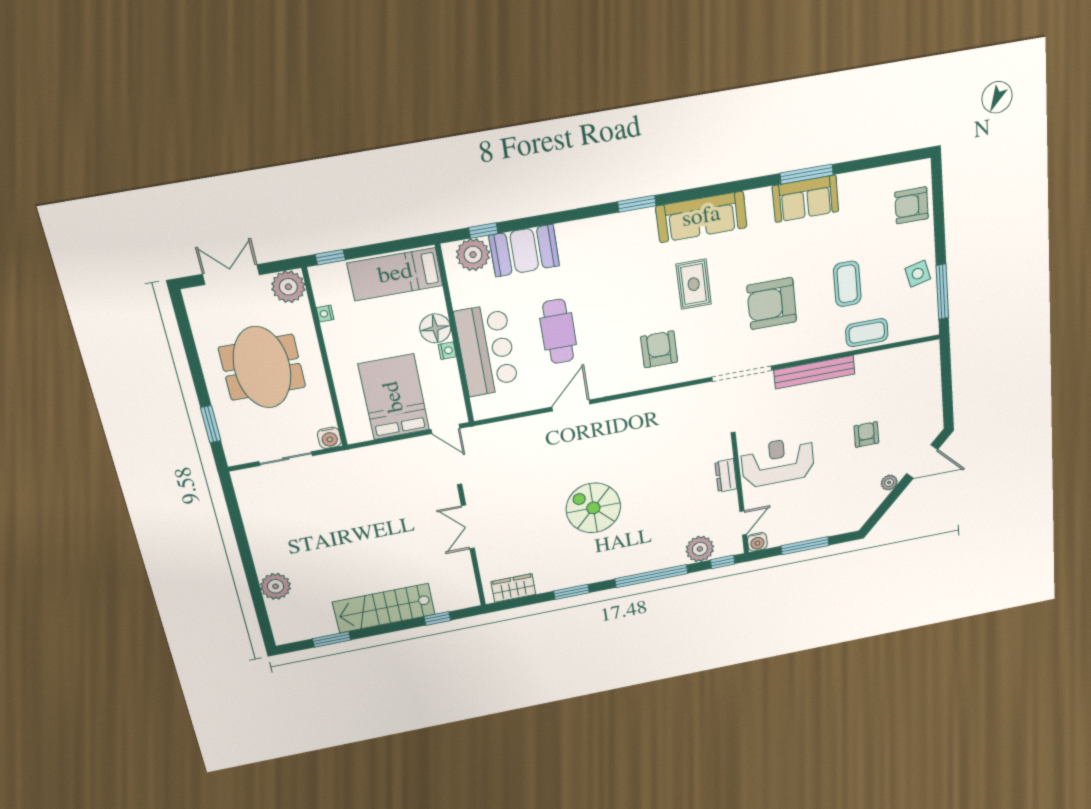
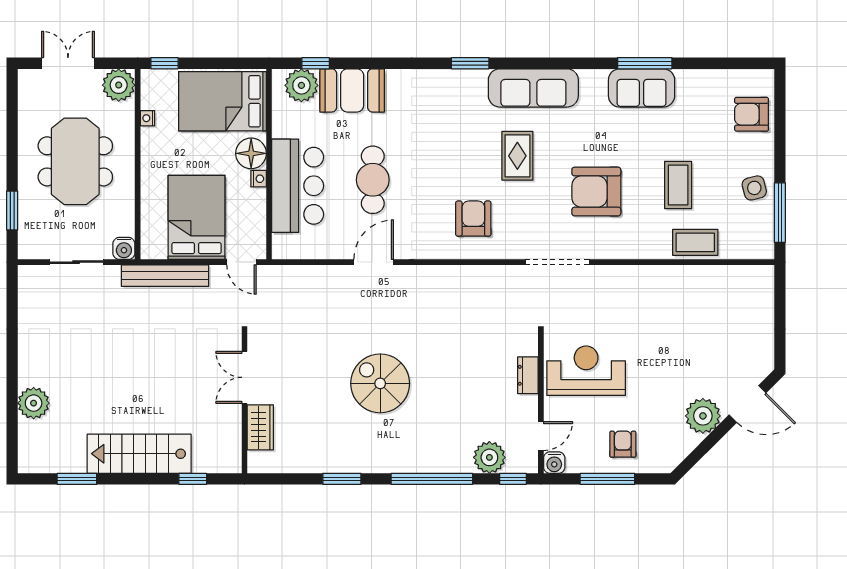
bed: (395, 274) -> (222, 101), width x1.50
bench: (814, 372) -> (165, 276), moved
armchair: (866, 434) -> (623, 444), moved
plant: (889, 483) -> (703, 416), width x1.87, depth x1.87
wardrobe: (513, 588) -> (260, 427), moved, turned 90

